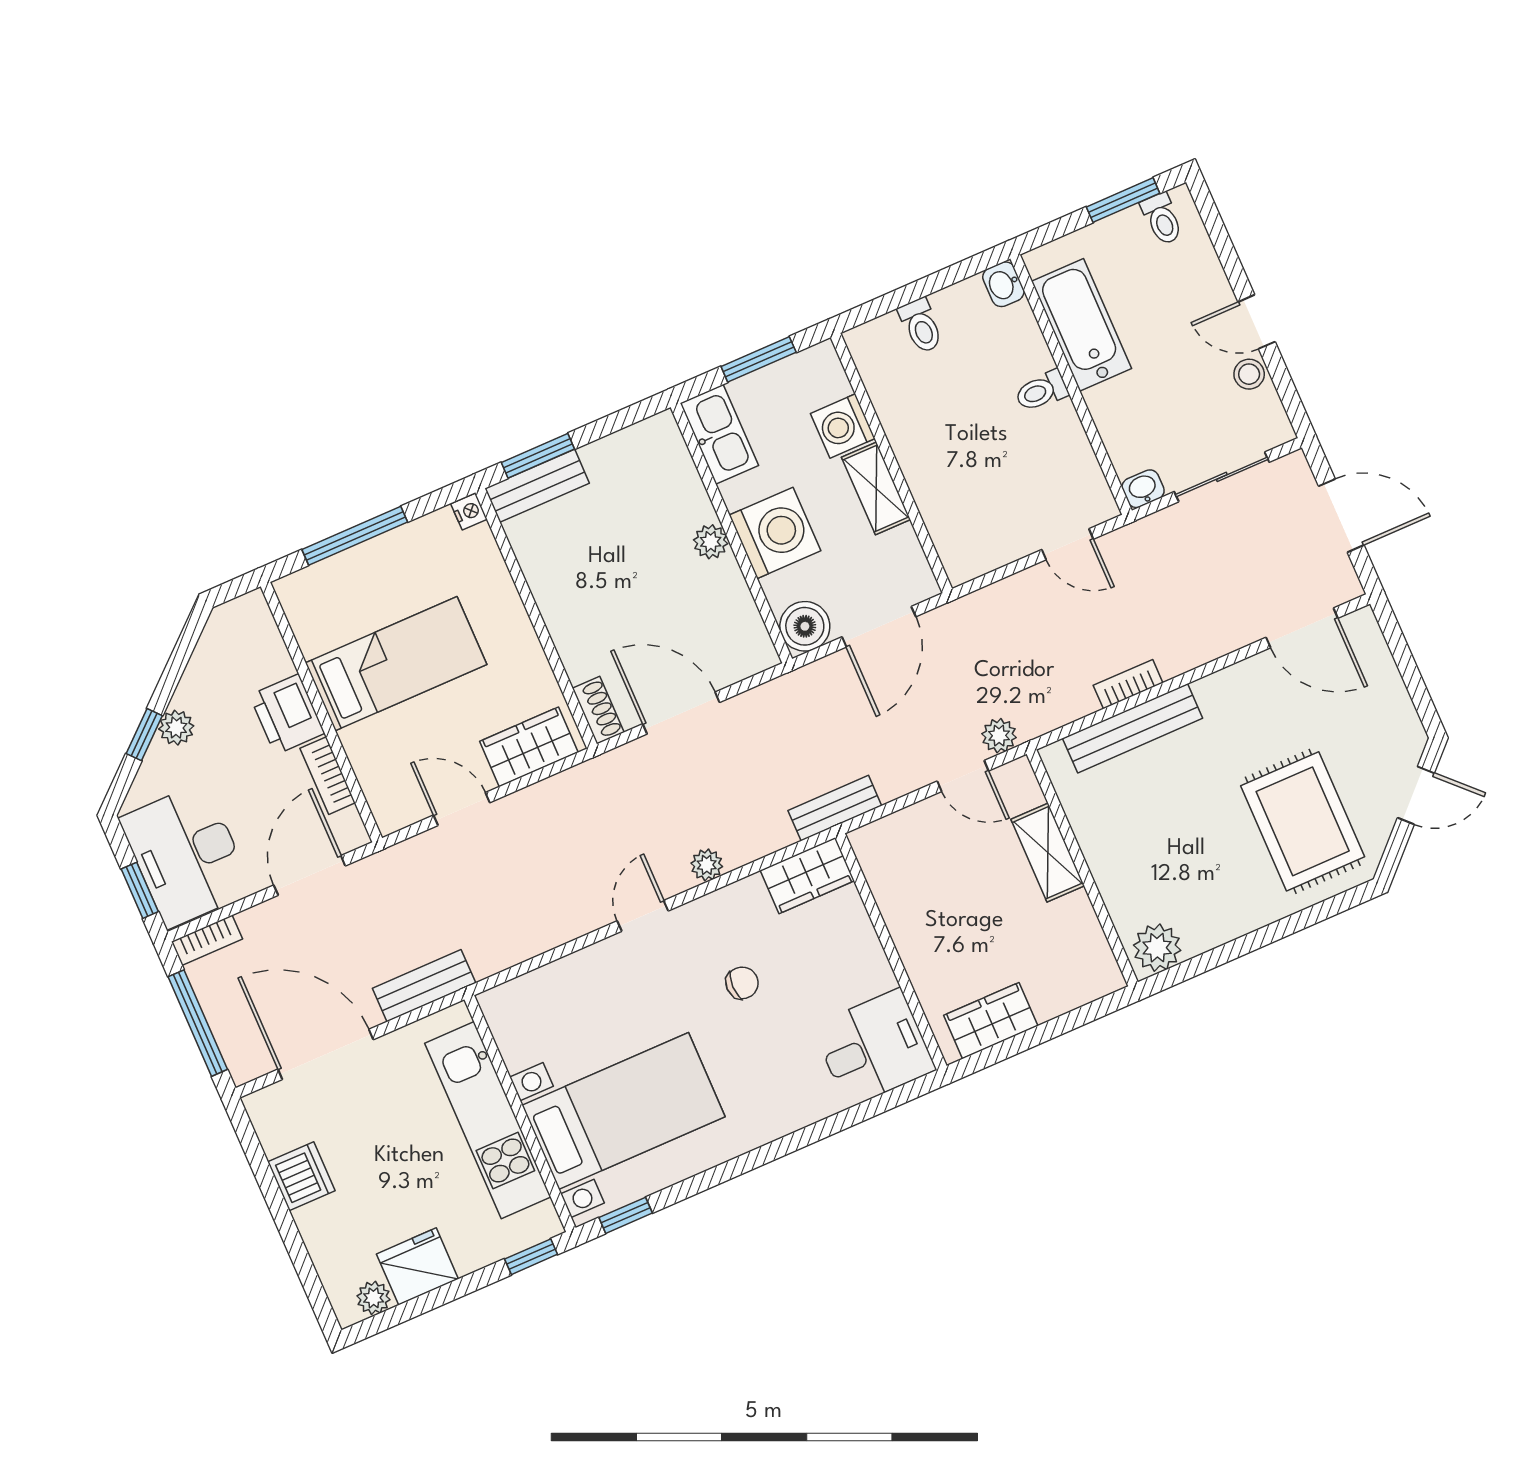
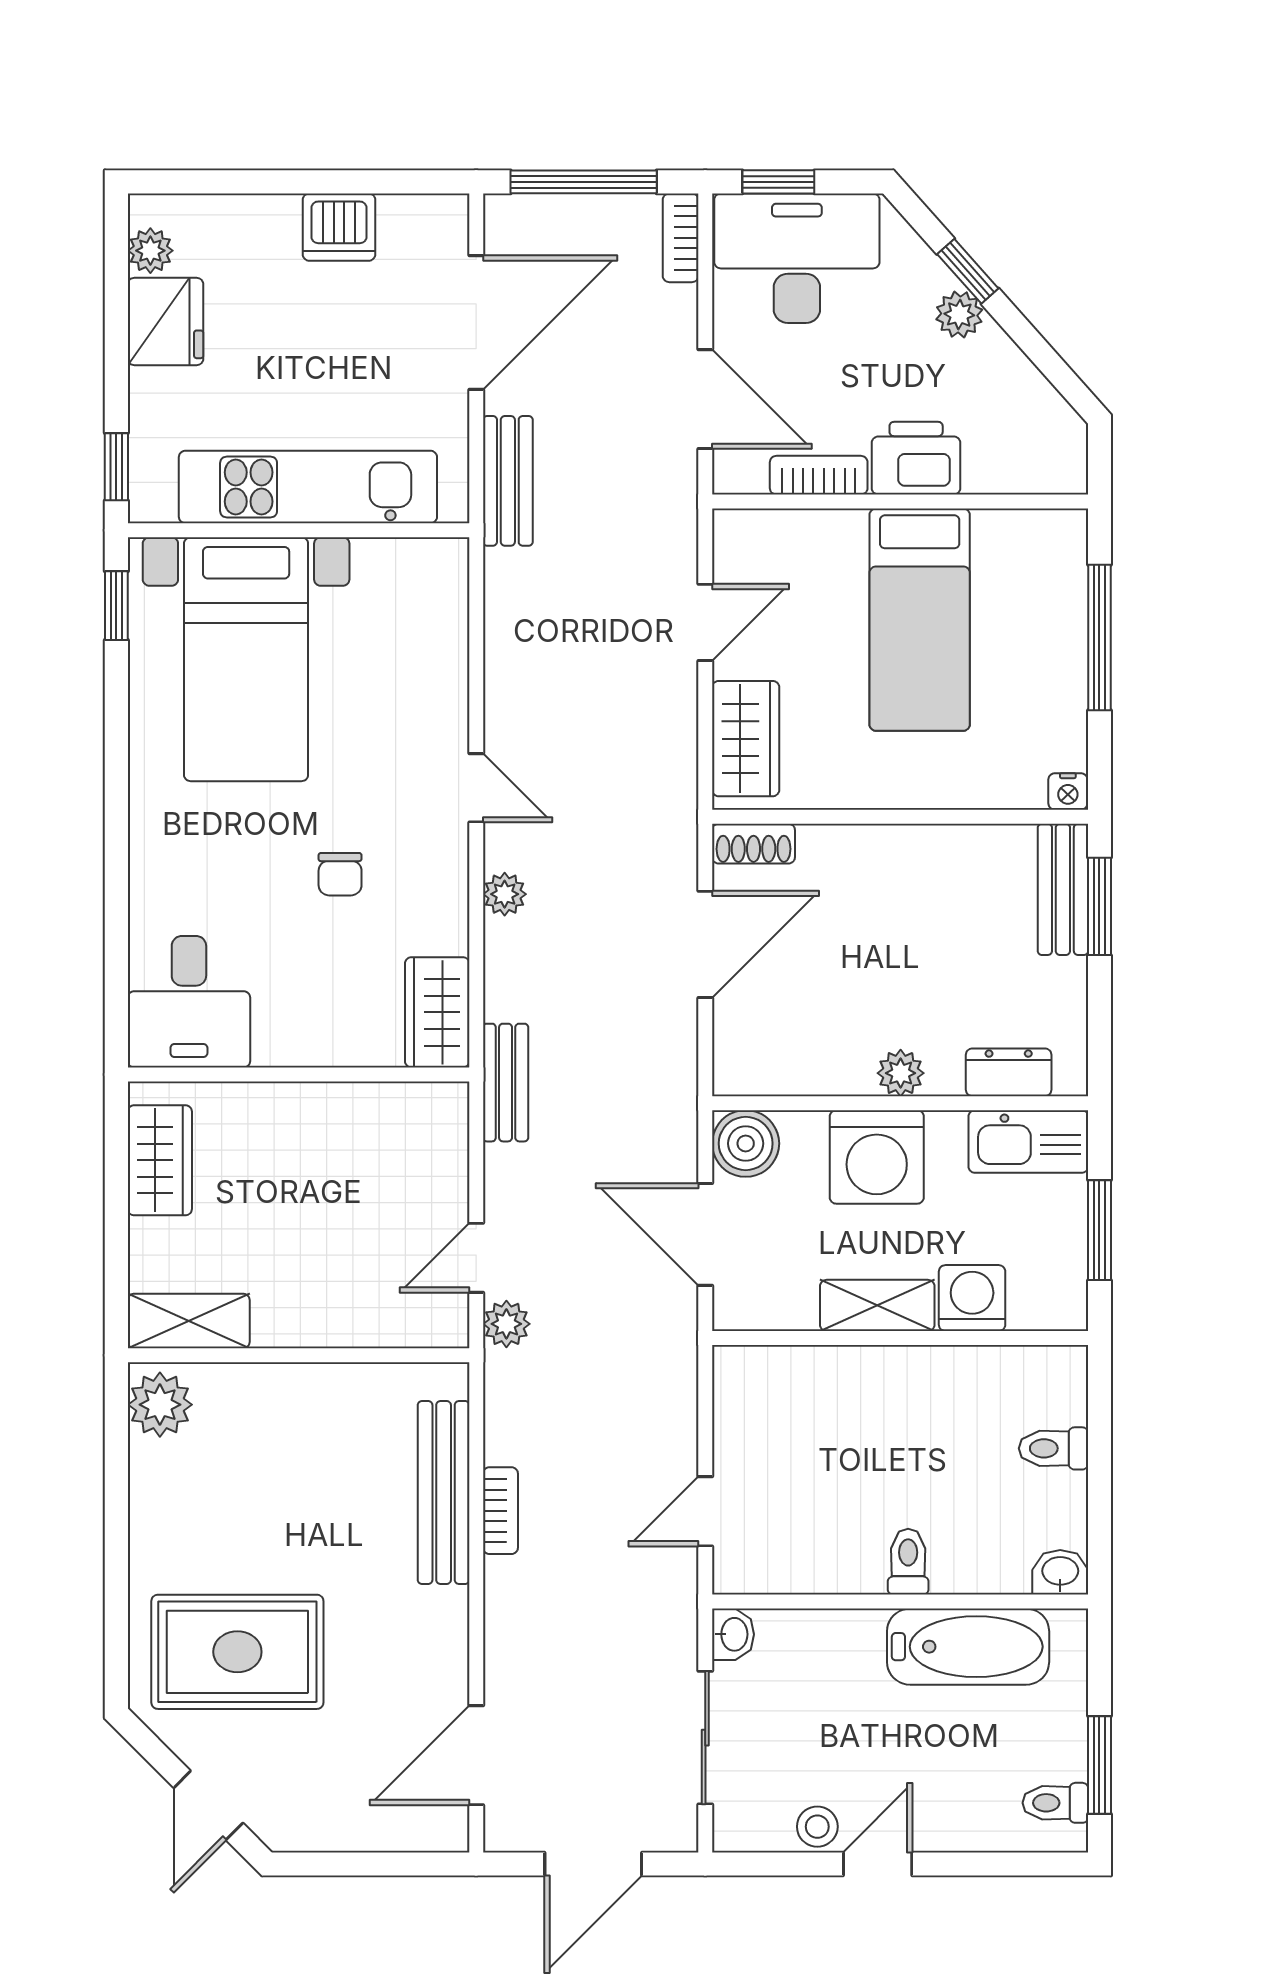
dresser: (678, 468) -> (1009, 1072), added
shelving: (1048, 853) -> (189, 1321), moved

